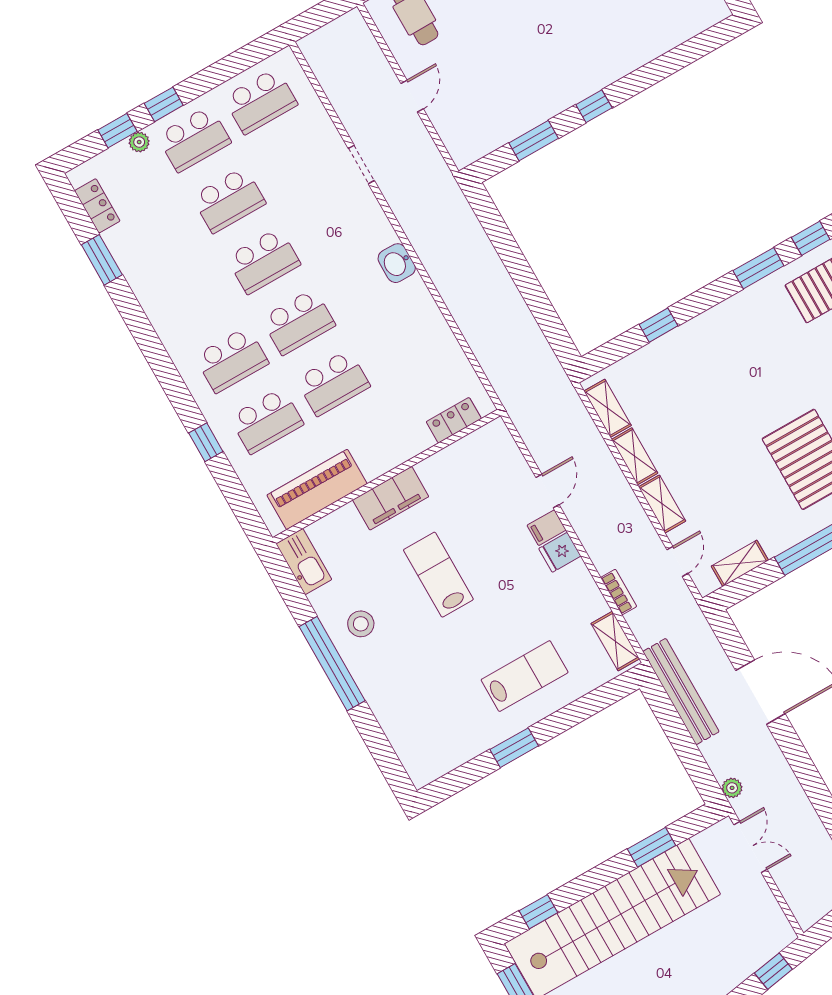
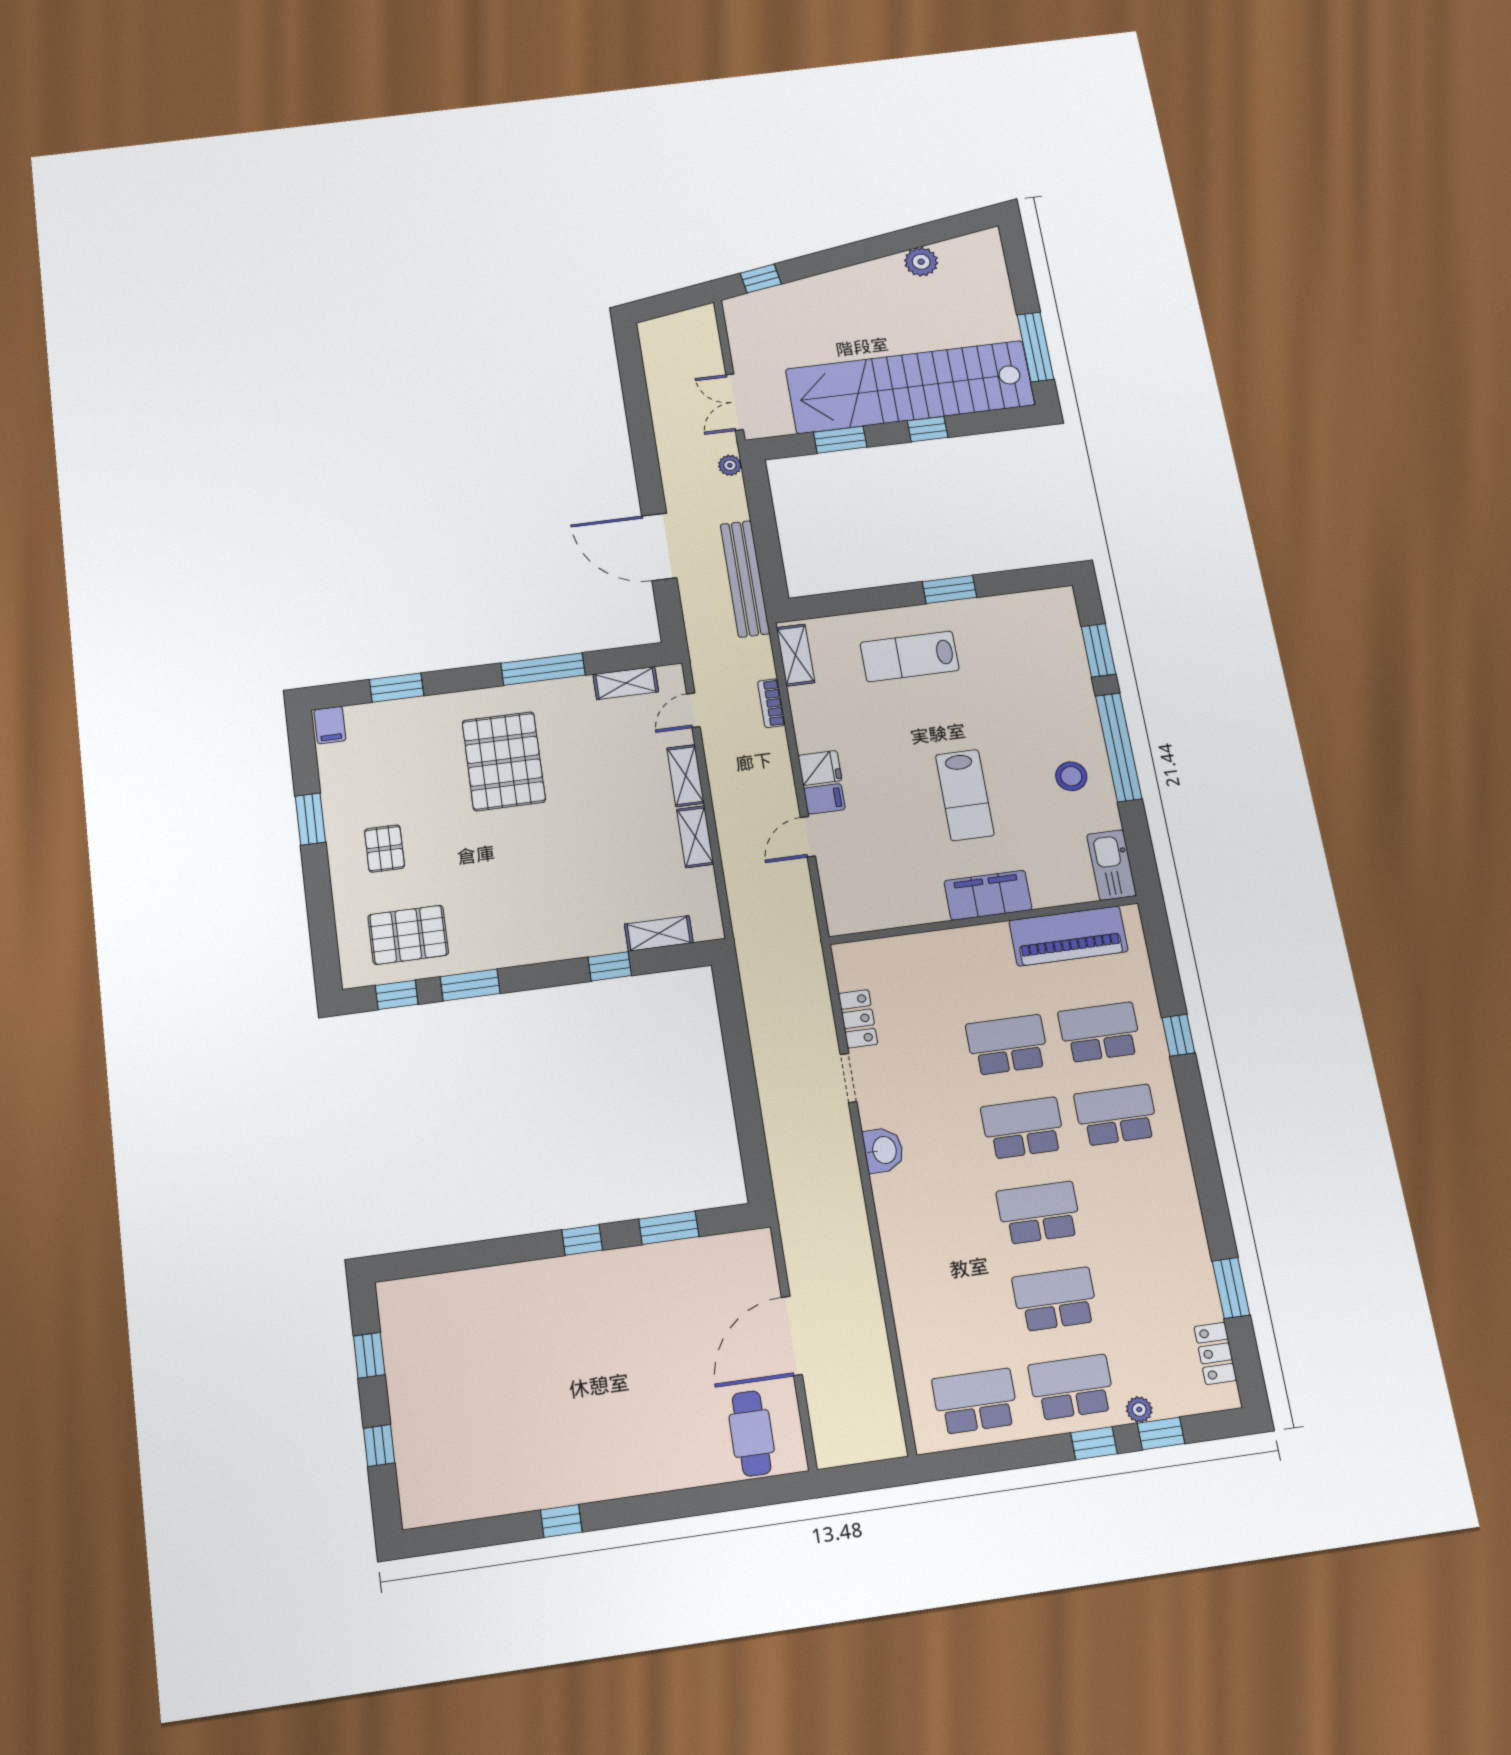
door: (412, 96) -> (792, 1336), width x1.88
doorway: (361, 164) -> (849, 1078), moved
shelving: (608, 408) -> (659, 933), moved, turned 90
locker: (454, 420) -> (858, 1019), moved, turned -90
window: (377, 742) -> (1098, 650), added
window: (538, 912) -> (928, 429), moved

